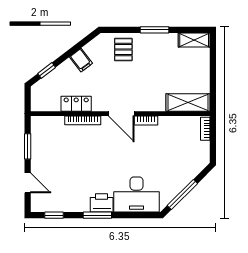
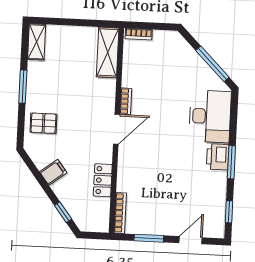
bookcase: (83, 120) -> (120, 213), moved

